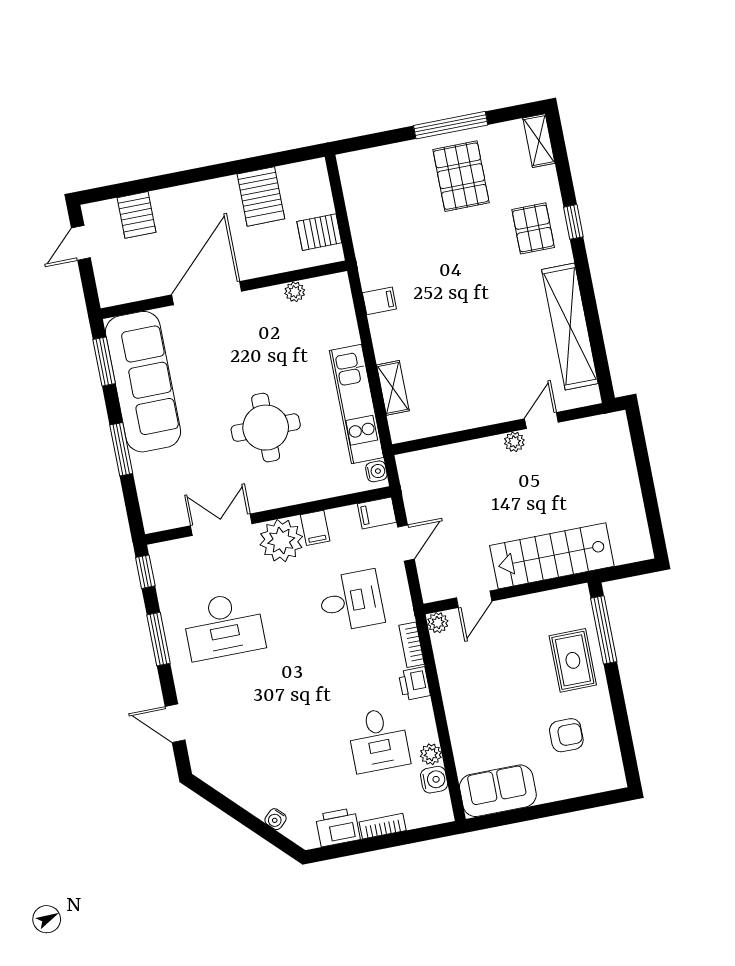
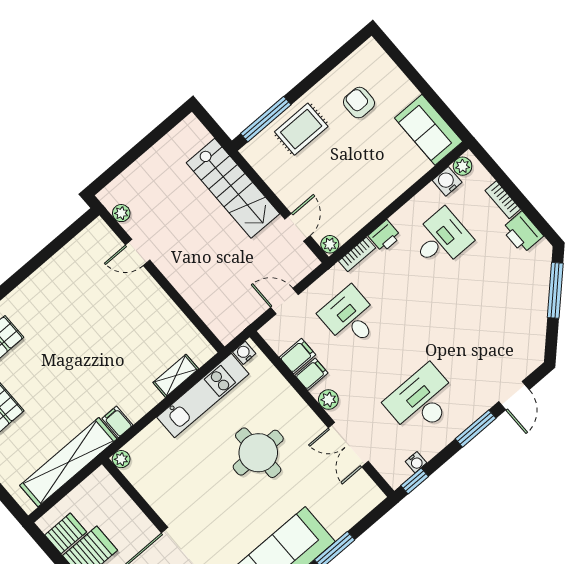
server rack: (319, 232) -> (66, 533), moved, turned -90
plant: (295, 292) -> (121, 459), moved
shelving: (570, 326) -> (68, 462), moved
plant: (514, 442) -> (121, 213), moved
filing cabinet: (377, 513) -> (297, 356), moved, turned -90
plant: (281, 541) -> (328, 400), width x0.53, depth x0.53
door: (474, 599) -> (297, 227), hinge flipped
desk: (224, 626) -> (422, 401), turned -90
window: (159, 639) -> (476, 429), moved
plant: (431, 754) -> (463, 166), moved
water cooler: (276, 819) -> (416, 462), moved, turned 45
window: (259, 827) -> (555, 290), added

